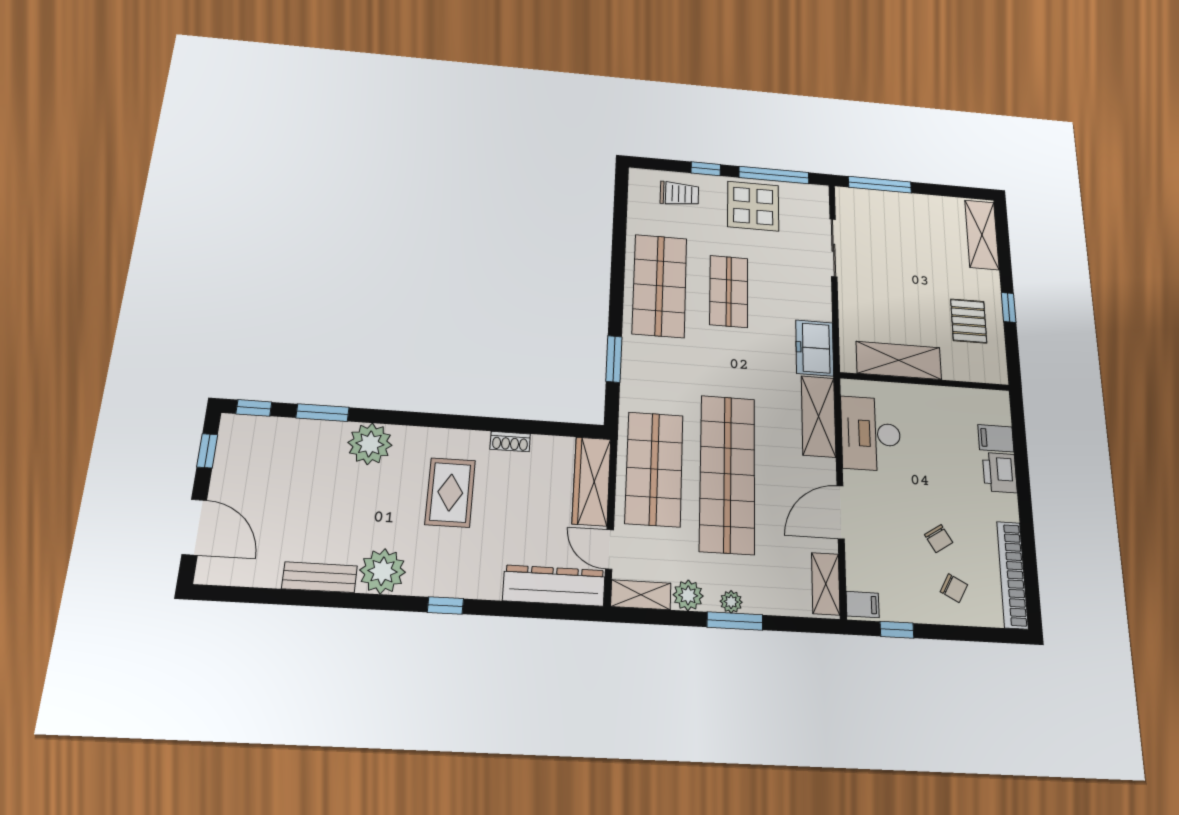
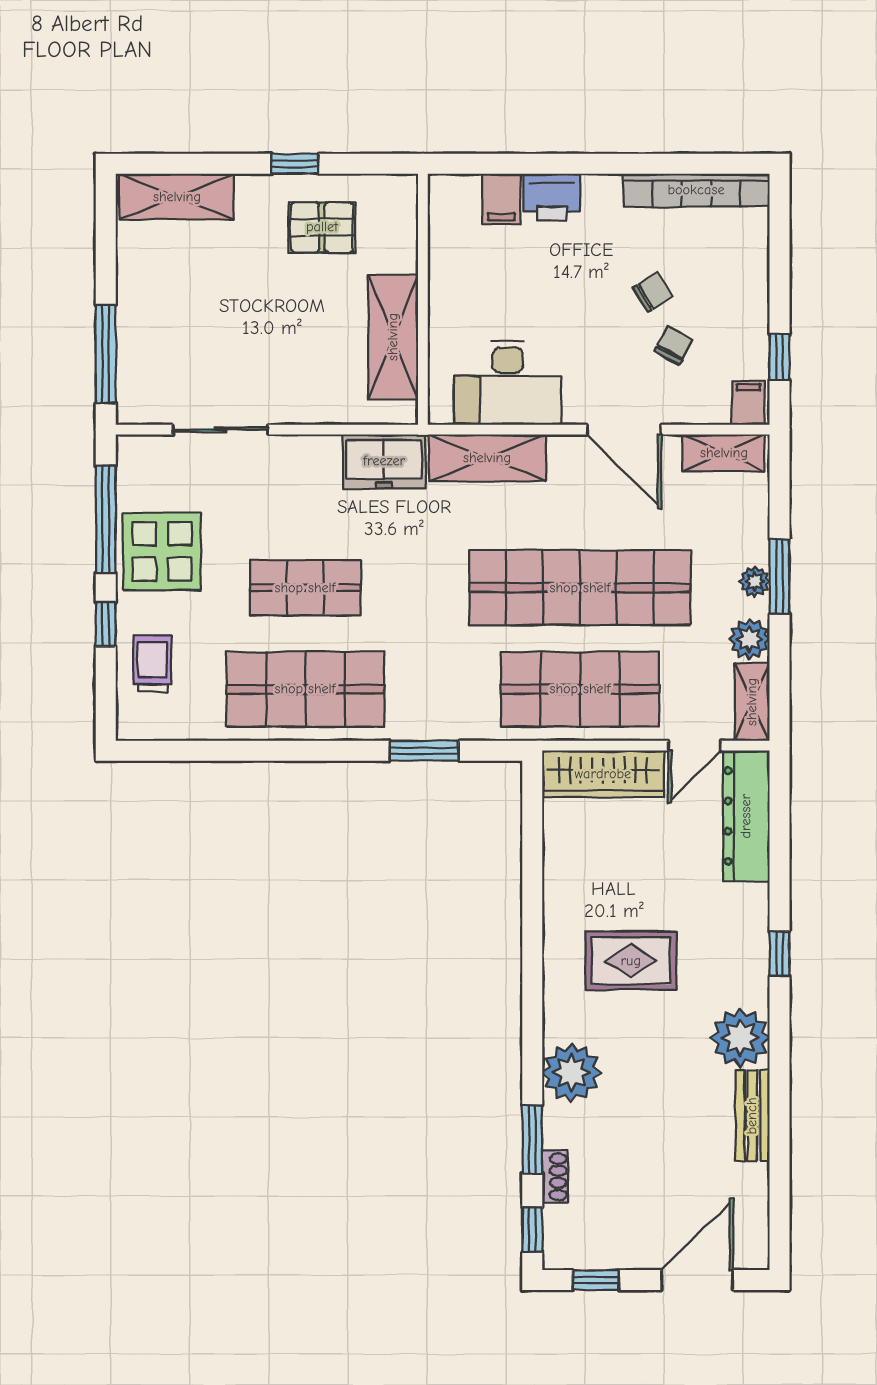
shoe rack: (510, 442) -> (555, 1177), moved
chair: (954, 588) -> (674, 345), moved

